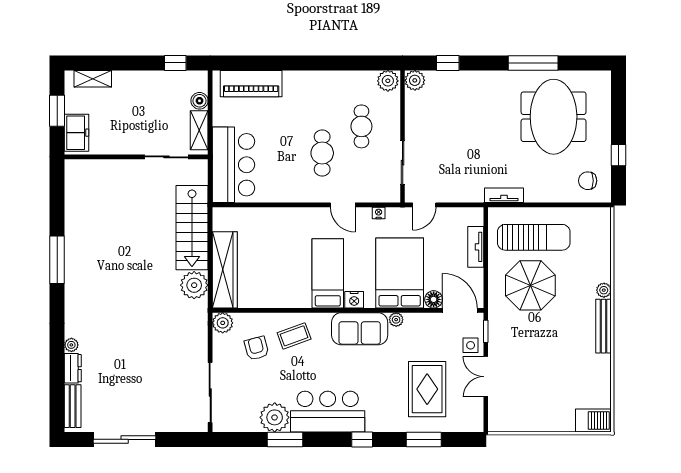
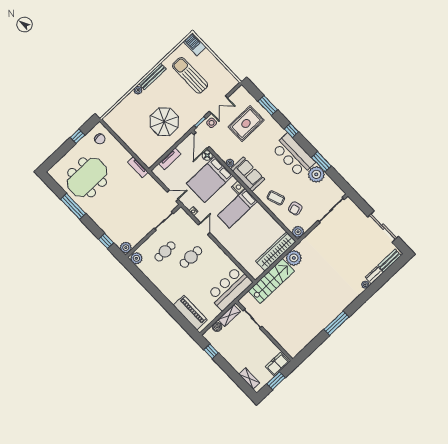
sun lounger: (534, 237) -> (190, 75), moved

